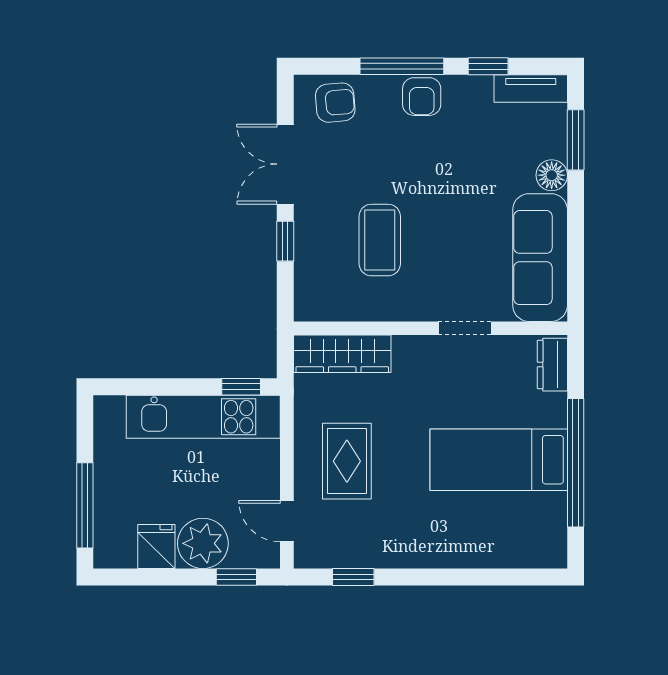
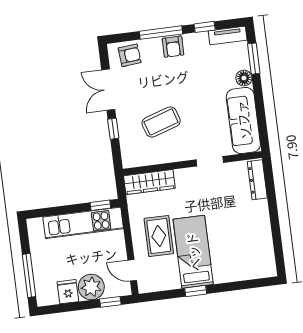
coffee table: (380, 240) -> (161, 122), turned 72
dresser: (552, 365) -> (257, 180), width x1.44
bed: (499, 460) -> (193, 252), moved, turned 90
window: (576, 463) -> (275, 222), removed
window: (353, 577) -> (196, 291), moved

